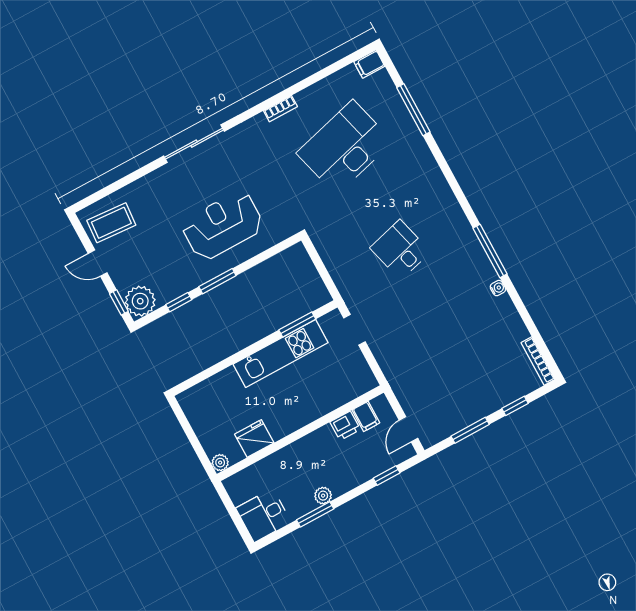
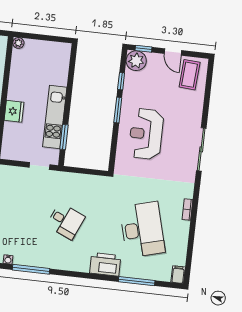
printer: (420, 163) -> (105, 264), added
reception desk: (223, 225) -> (146, 134), turned 180
desk: (400, 250) -> (66, 221), turned 39
door: (98, 263) -> (173, 52), swing flipped
fridge: (254, 438) -> (14, 111), moved

